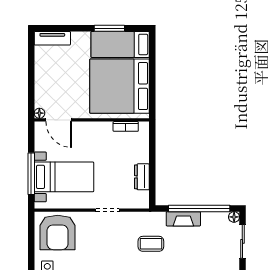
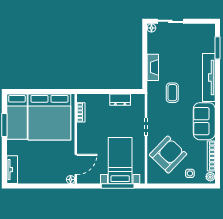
window: (199, 209) -> (145, 55), removed
armchair: (58, 232) -> (168, 155), moved, turned -46

